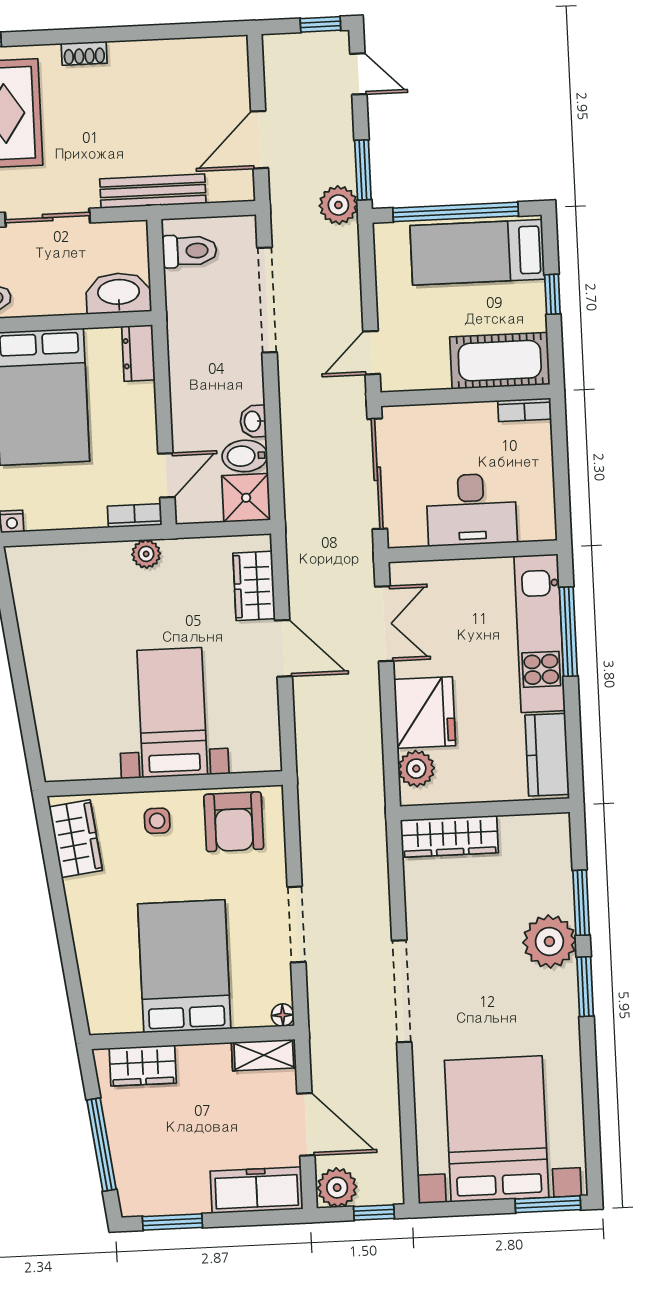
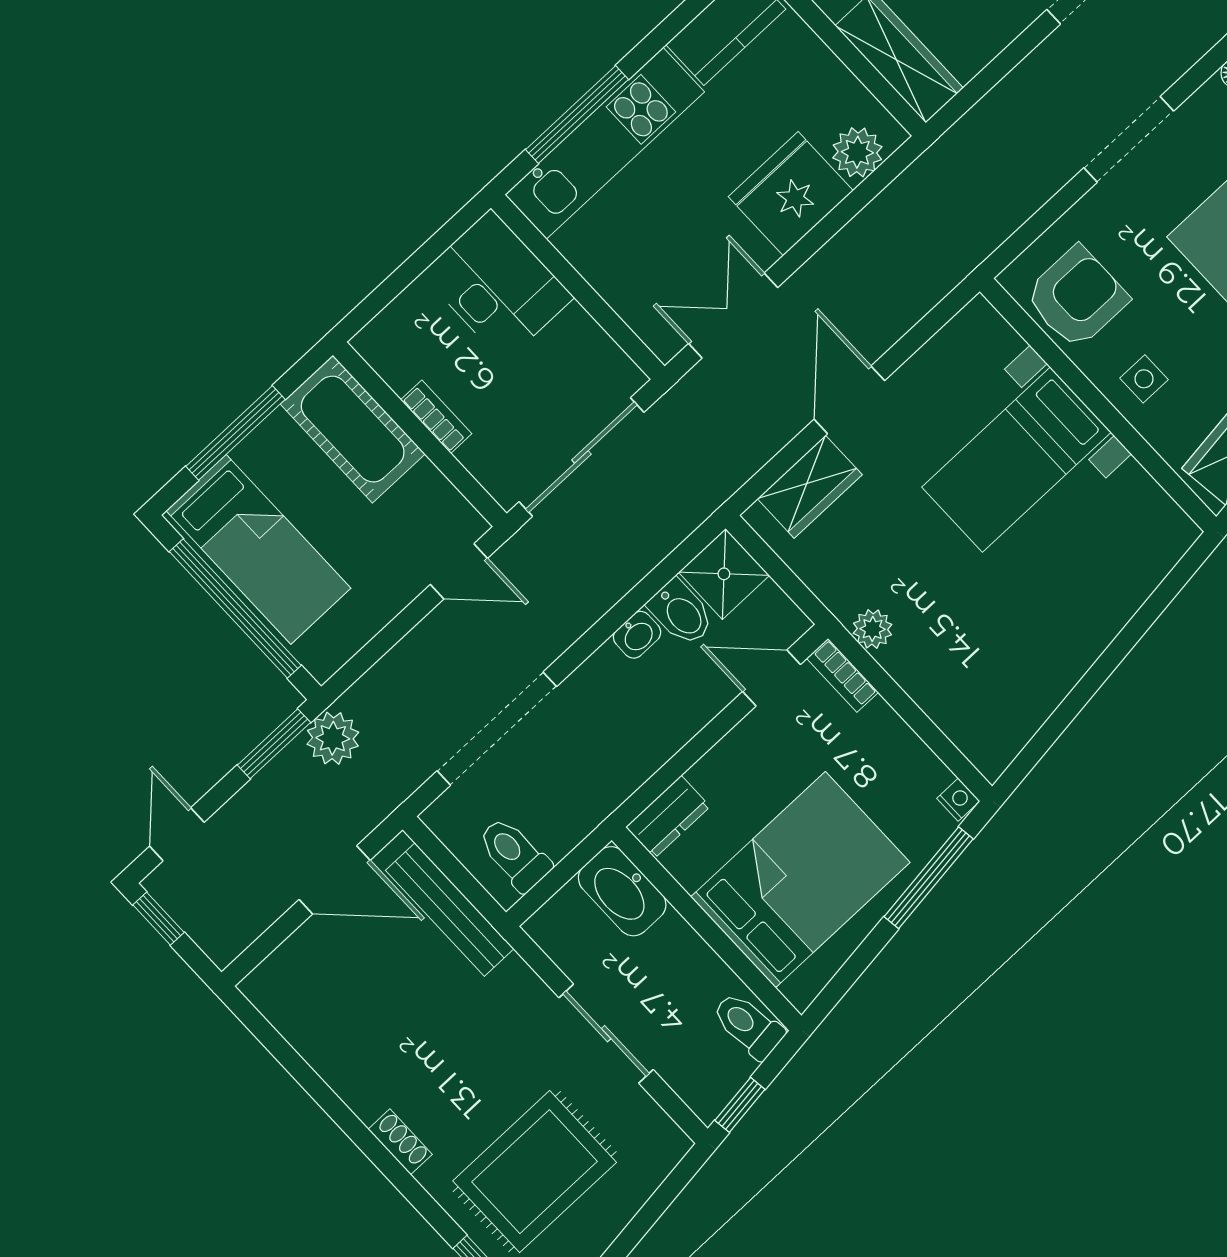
bench: (153, 191) -> (450, 910), moved
window: (552, 294) -> (236, 433), width x2.17
bookcase: (525, 410) -> (436, 417), moved
desk: (471, 510) -> (497, 286), moved

